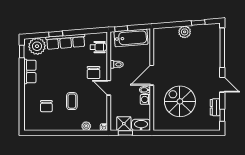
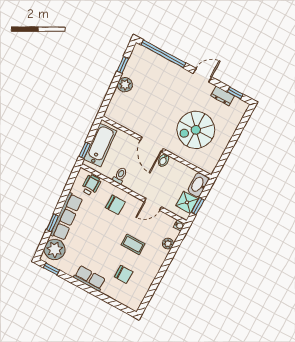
row of seats: (30, 71) -> (89, 278), moved
door: (109, 88) -> (153, 204), moved
washing machine: (145, 99) -> (174, 165), removed

